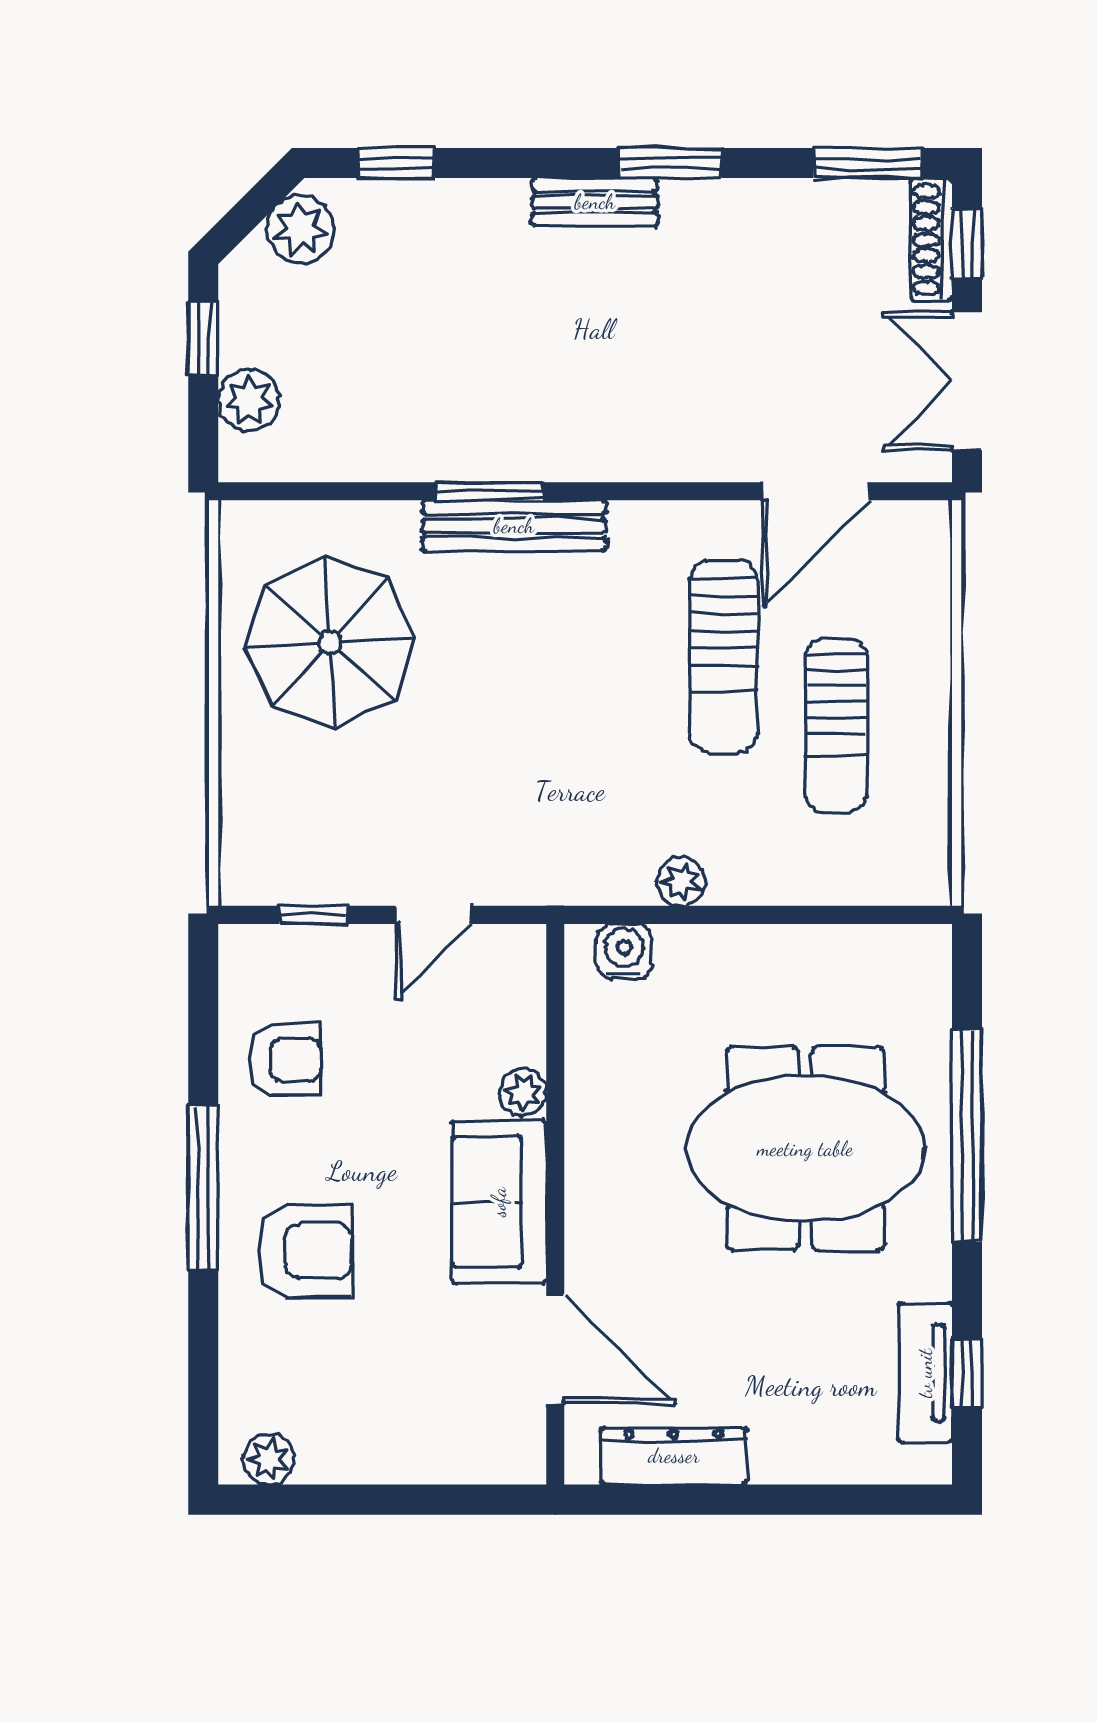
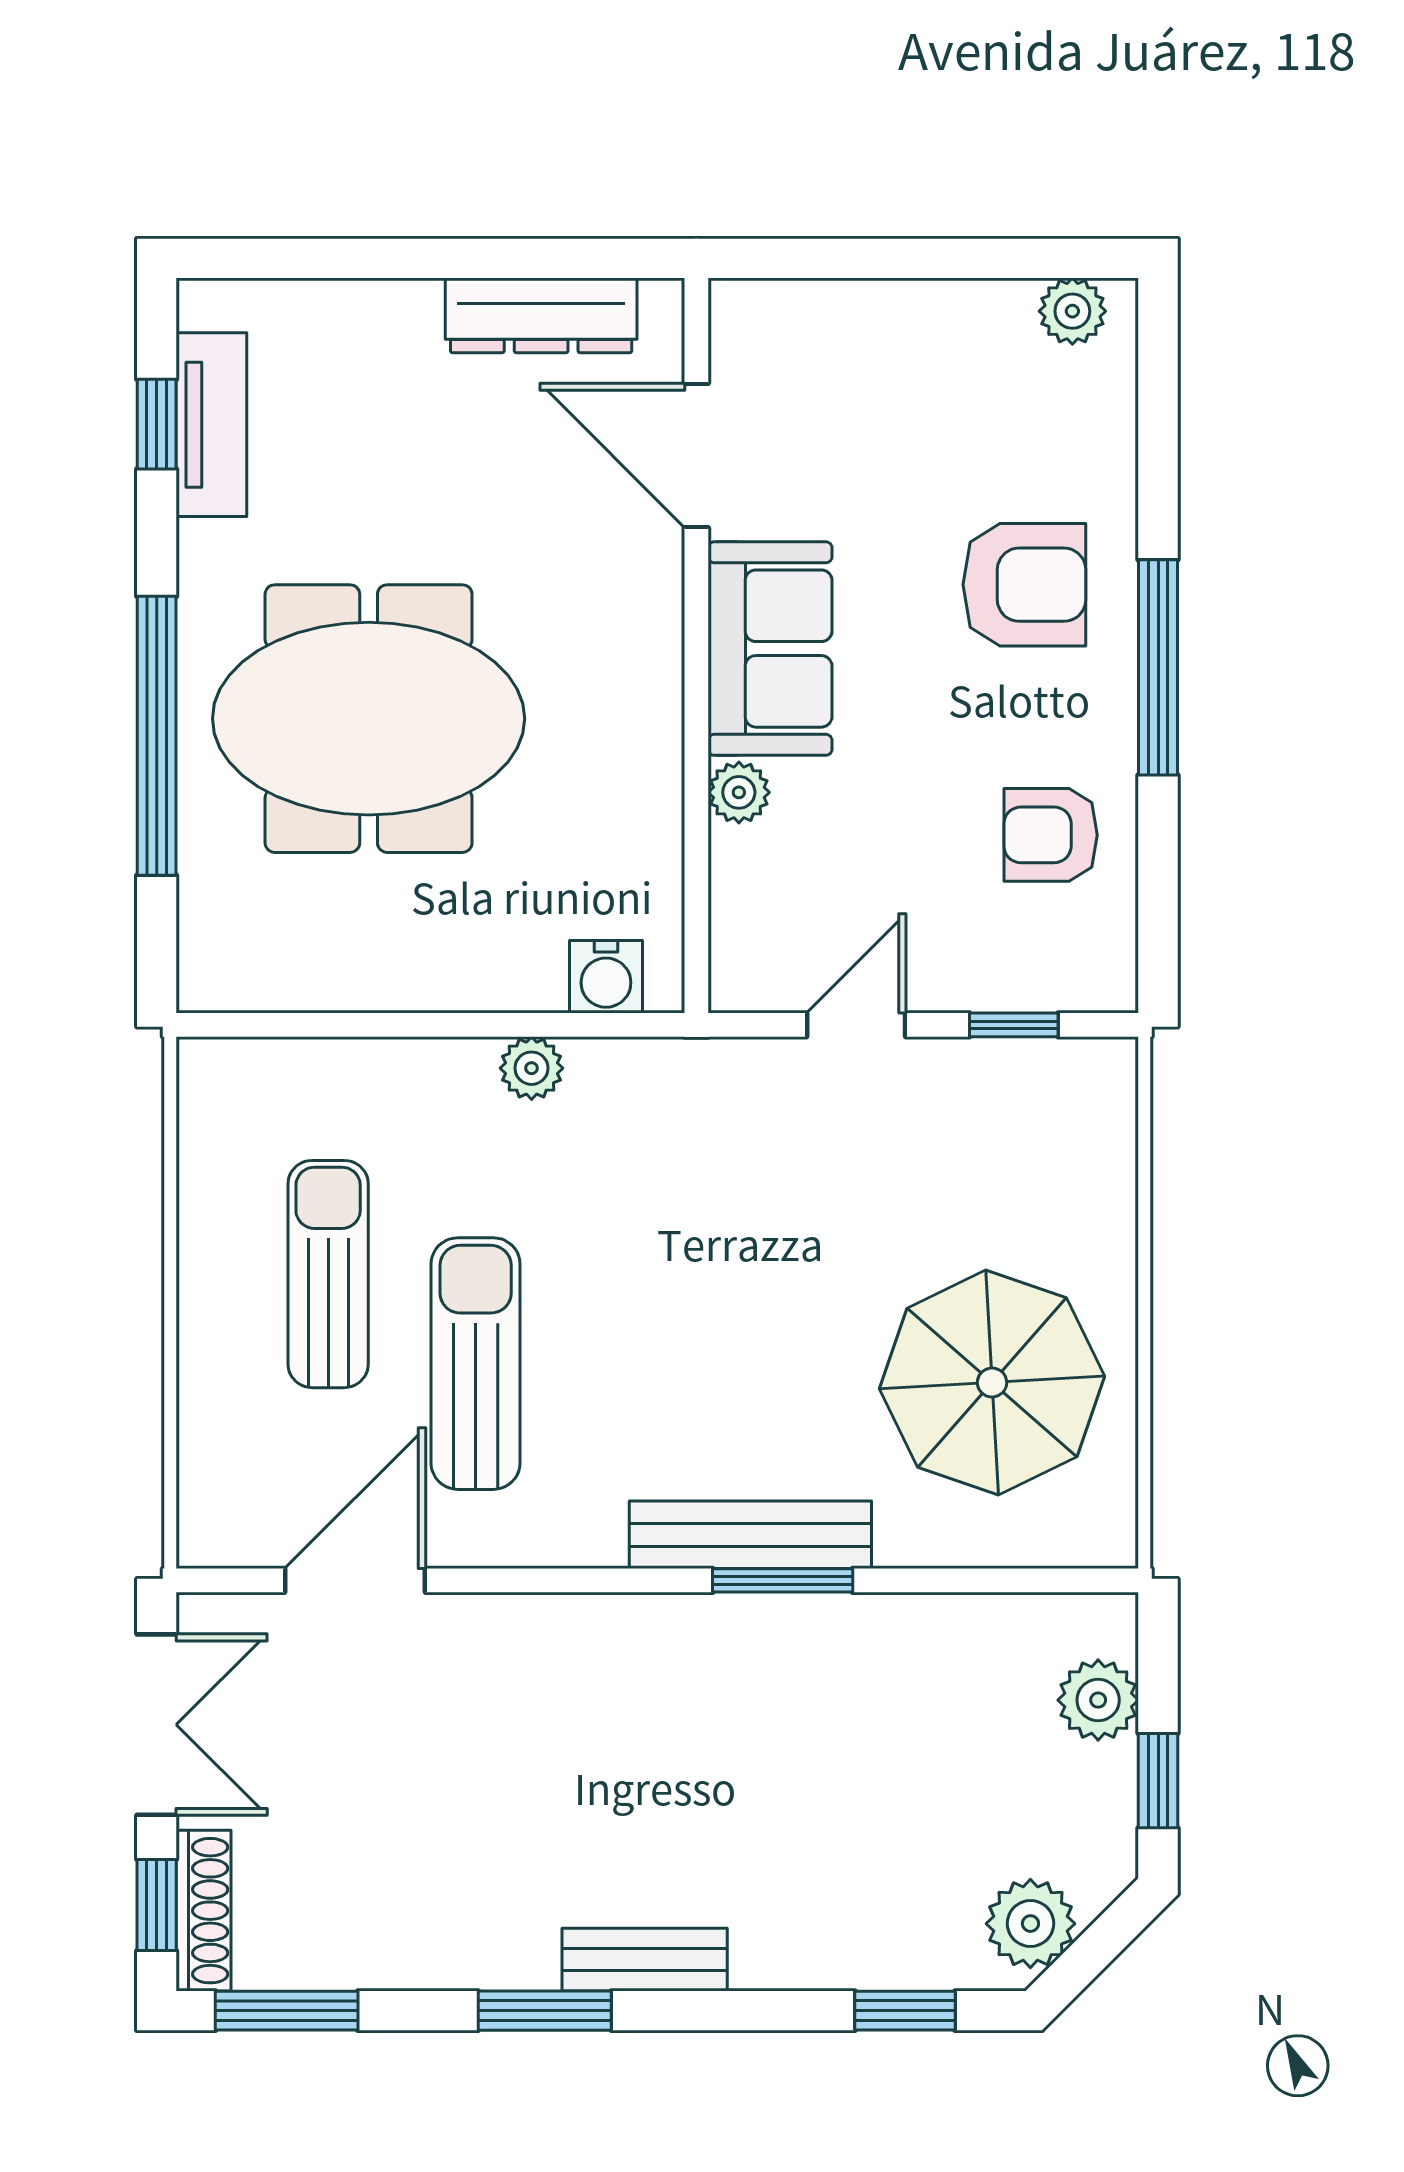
armchair: (305, 1251) -> (1024, 585), turned 180

